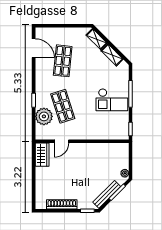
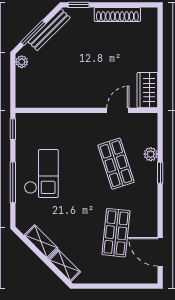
checkout: (112, 100) -> (41, 174), turned 90
plant: (44, 116) -> (151, 154), width x0.53, depth x0.53

